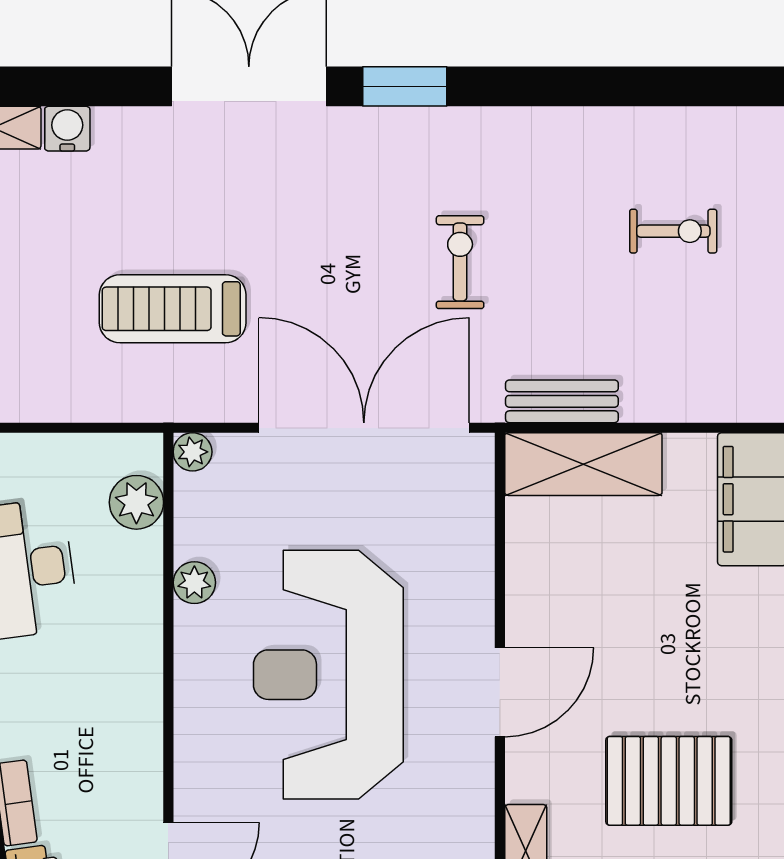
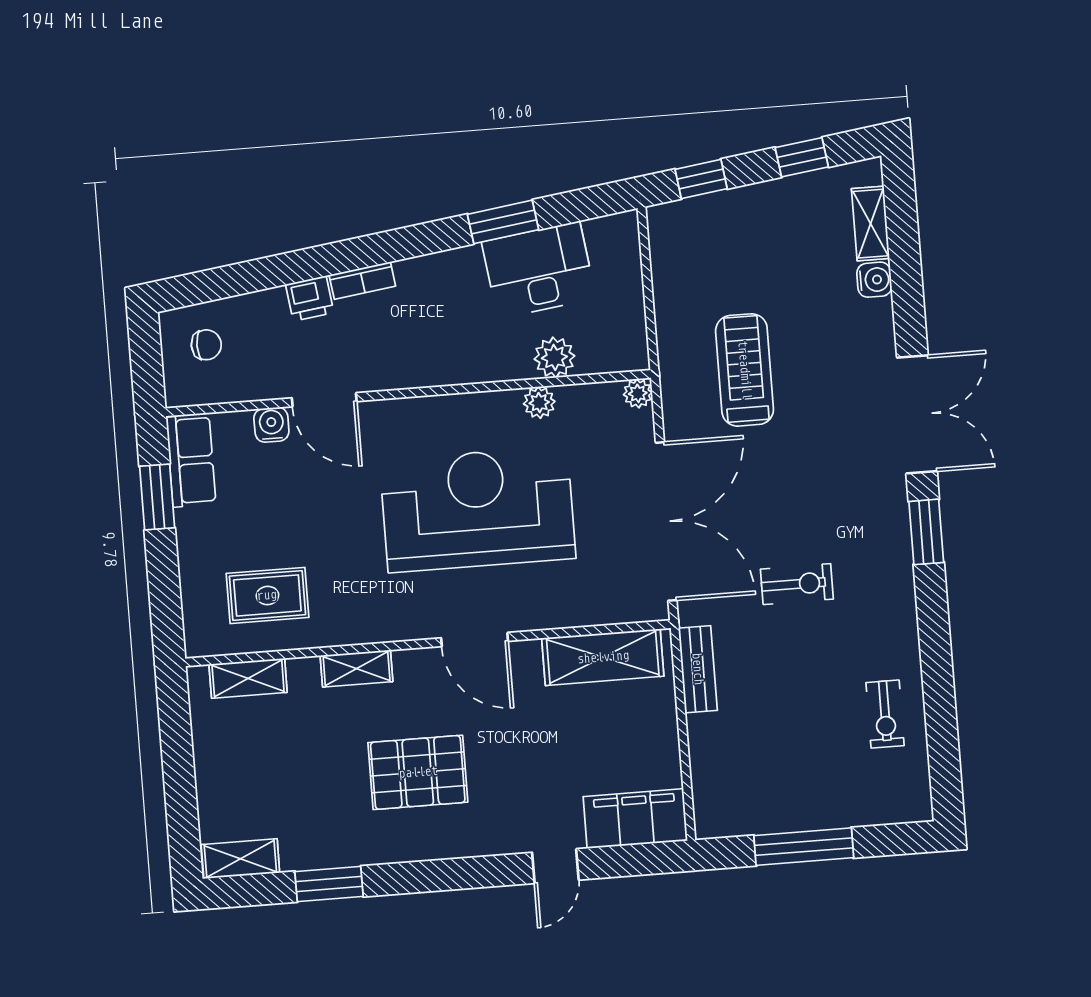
exercise bike: (673, 231) -> (885, 714), moved
shelving: (583, 464) -> (603, 657), moved, turned 90
plant: (136, 502) -> (554, 357), moved
pallet: (669, 781) -> (418, 772), turned 90

